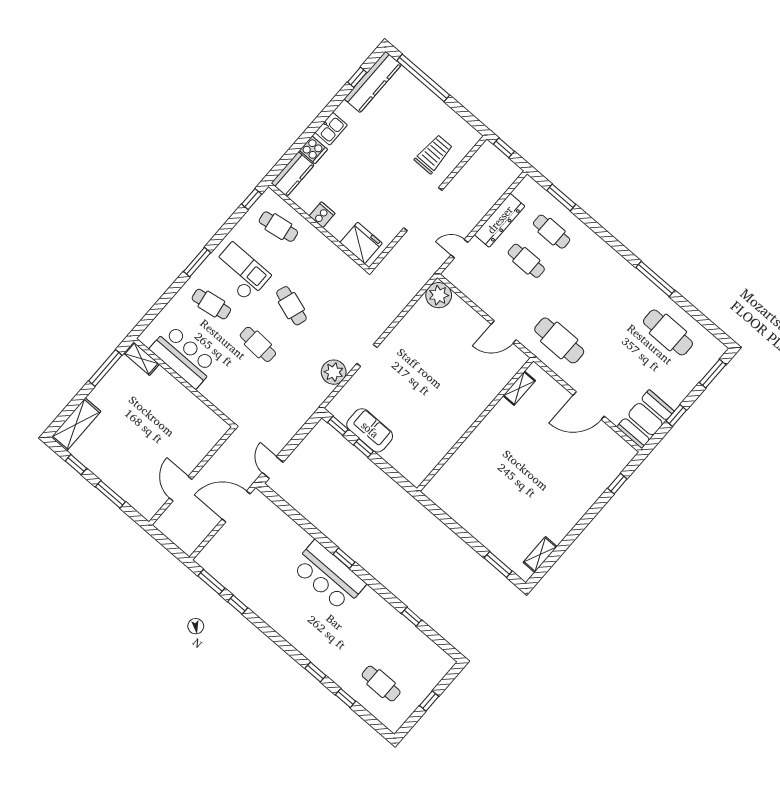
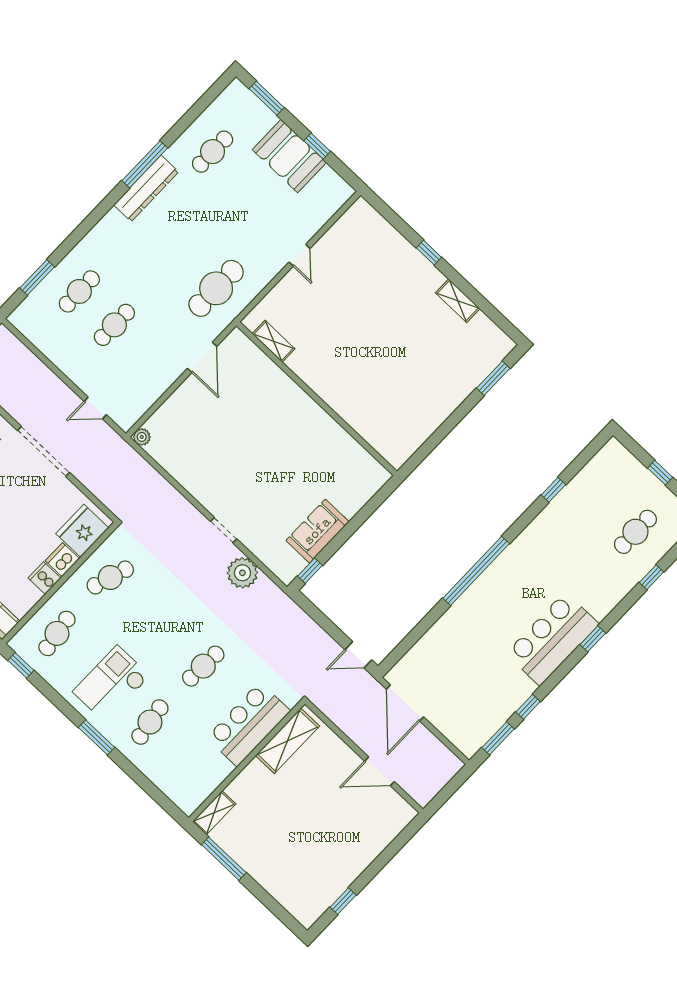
dresser: (500, 220) -> (146, 188), moved, turned 90
dishwasher: (337, 228) -> (62, 560), added
door: (459, 249) -> (95, 408), hinge flipped
plant: (439, 295) -> (142, 437), width x0.53, depth x0.53
cafe table: (291, 306) -> (110, 577), moved
cafe table: (668, 332) -> (213, 152), width x0.73, depth x0.74
bar counter: (183, 357) -> (248, 724), moved
door: (589, 406) -> (300, 255), width x0.53
booth: (646, 419) -> (289, 156), moved
shelving: (76, 424) -> (288, 741), moved, turned 90
window: (363, 448) -> (339, 540), removed
window: (617, 484) -> (429, 253), moved
window: (110, 494) -> (382, 860), removed
shelving: (540, 555) -> (458, 301), moved
window: (344, 558) -> (476, 571), width x3.17
bar counter: (329, 576) -> (552, 639), moved, turned 180
window: (315, 672) -> (593, 639), moved

